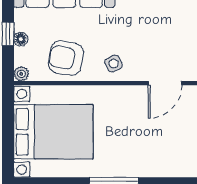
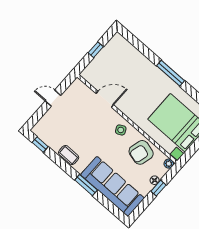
armchair: (66, 58) -> (141, 152), turned 95

